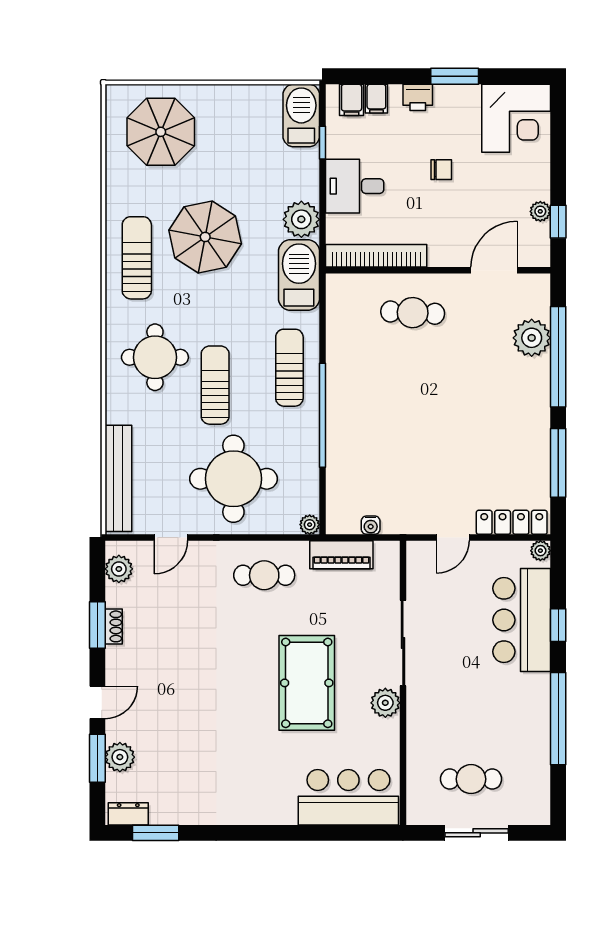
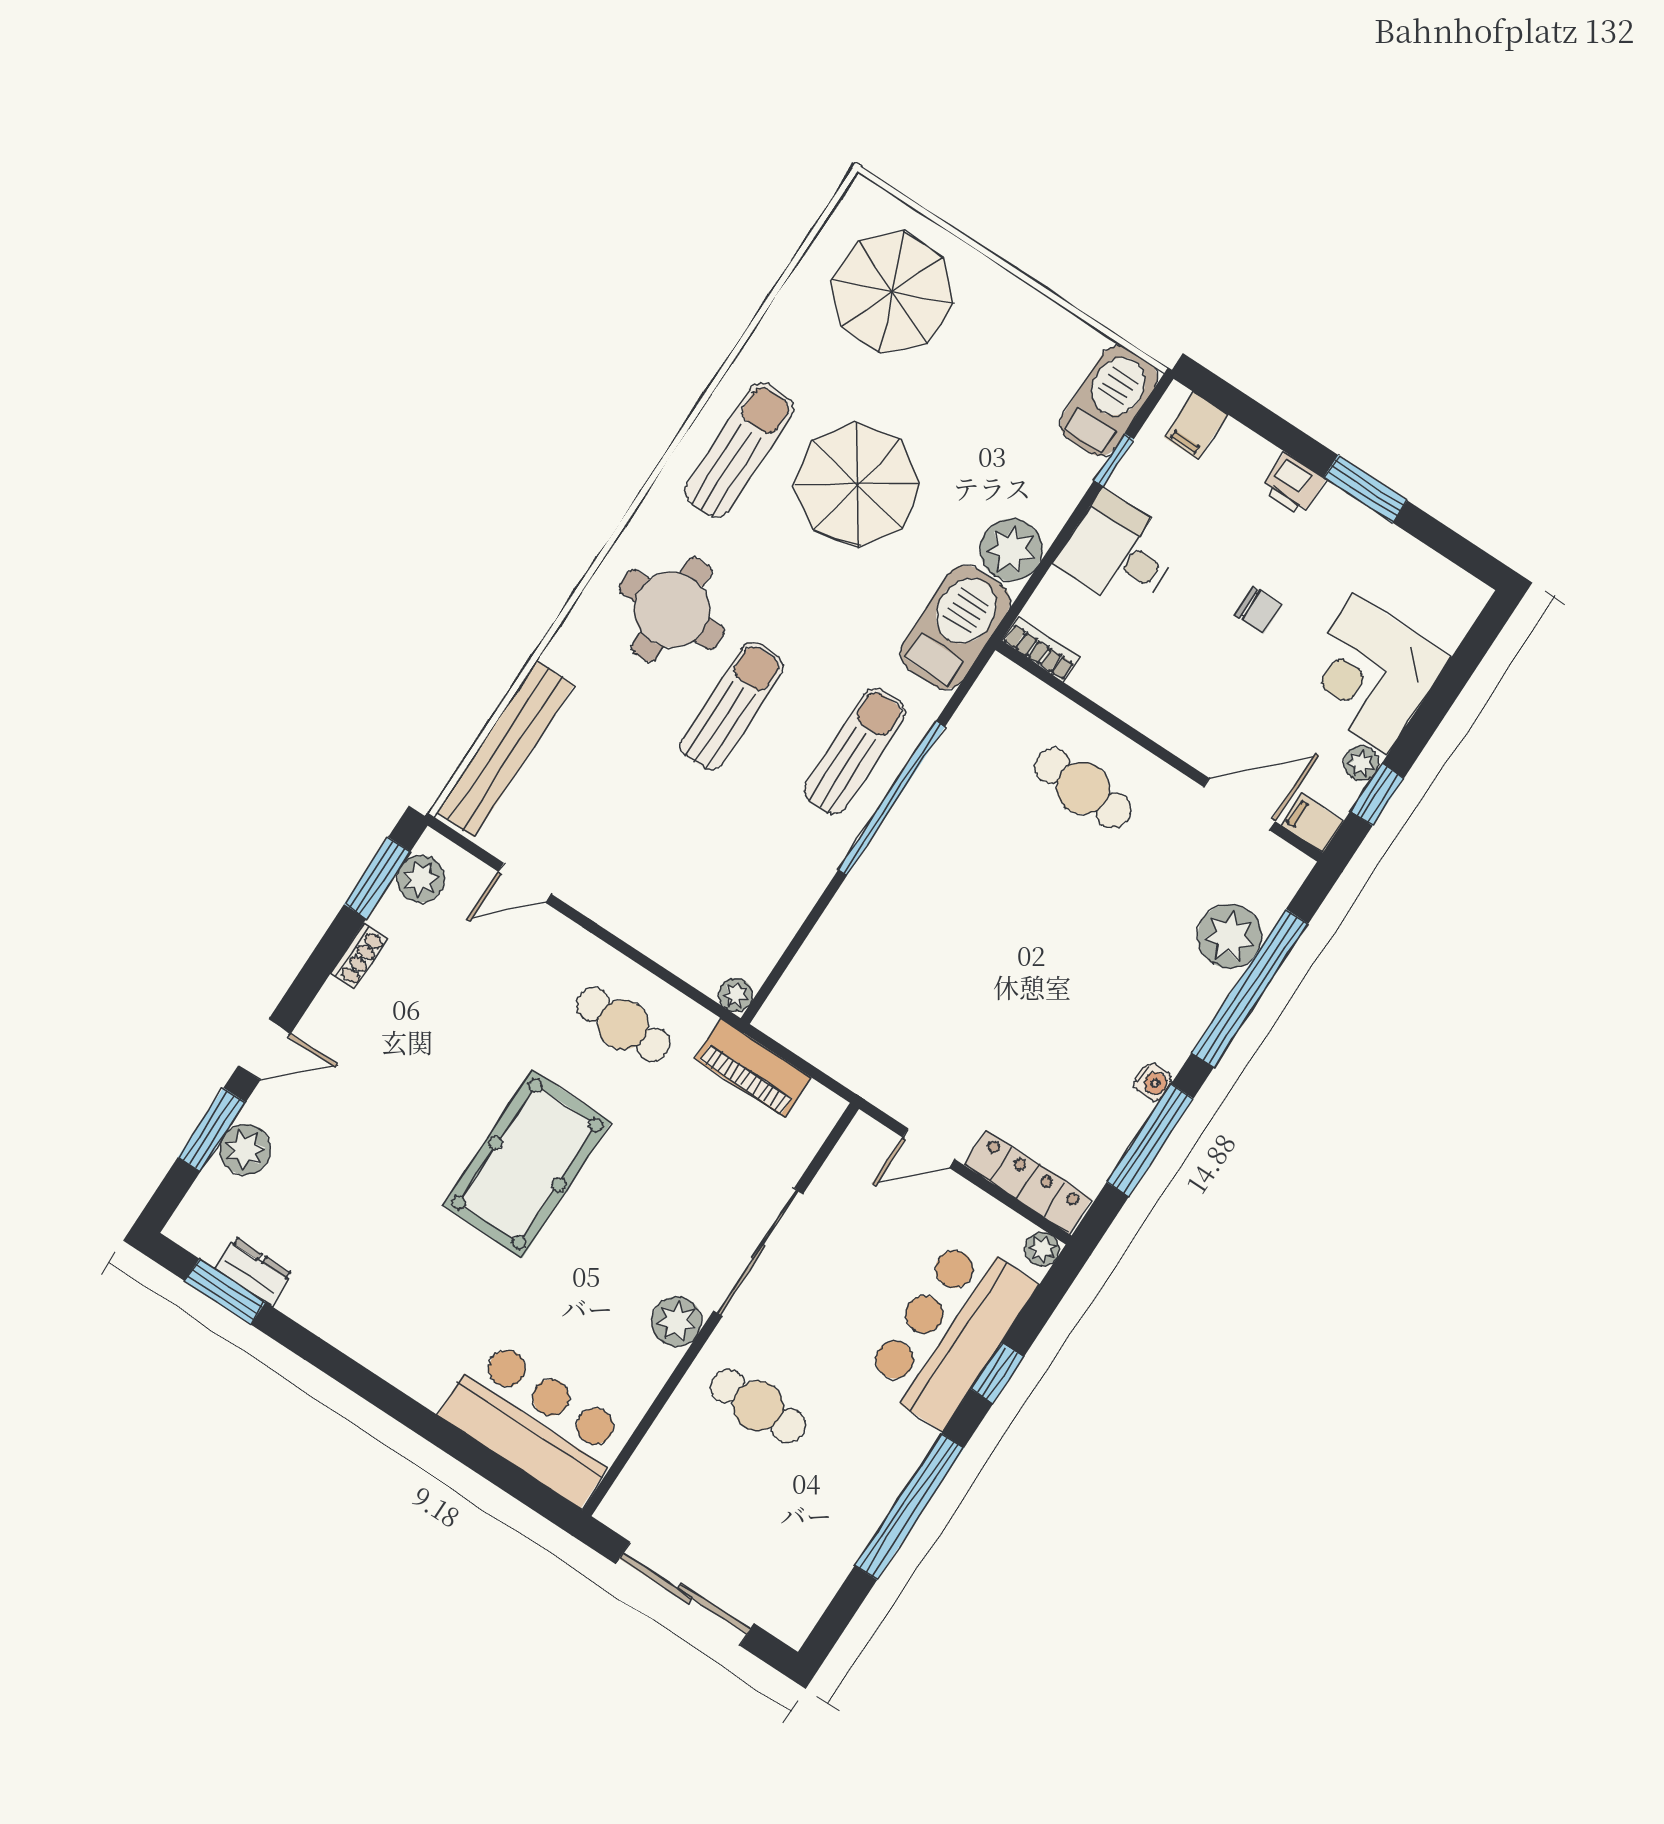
filing cabinet: (376, 99) -> (1312, 823), moved, turned 90
corner desk: (516, 118) -> (1370, 674), moved, turned 90
bookcase: (376, 256) -> (1041, 649), width x0.43, depth x0.76
window: (323, 415) -> (892, 798), moved
round table: (233, 479) -> (670, 858), removed
water cooler: (371, 525) -> (1153, 1082), moved, turned -90
window: (97, 625) -> (377, 878), moved
pool table: (307, 683) -> (527, 1164), moved
cafe table: (471, 779) -> (758, 1406), moved
dresser: (128, 814) -> (254, 1271), moved
sliding door: (477, 833) -> (685, 1594), width x1.37

